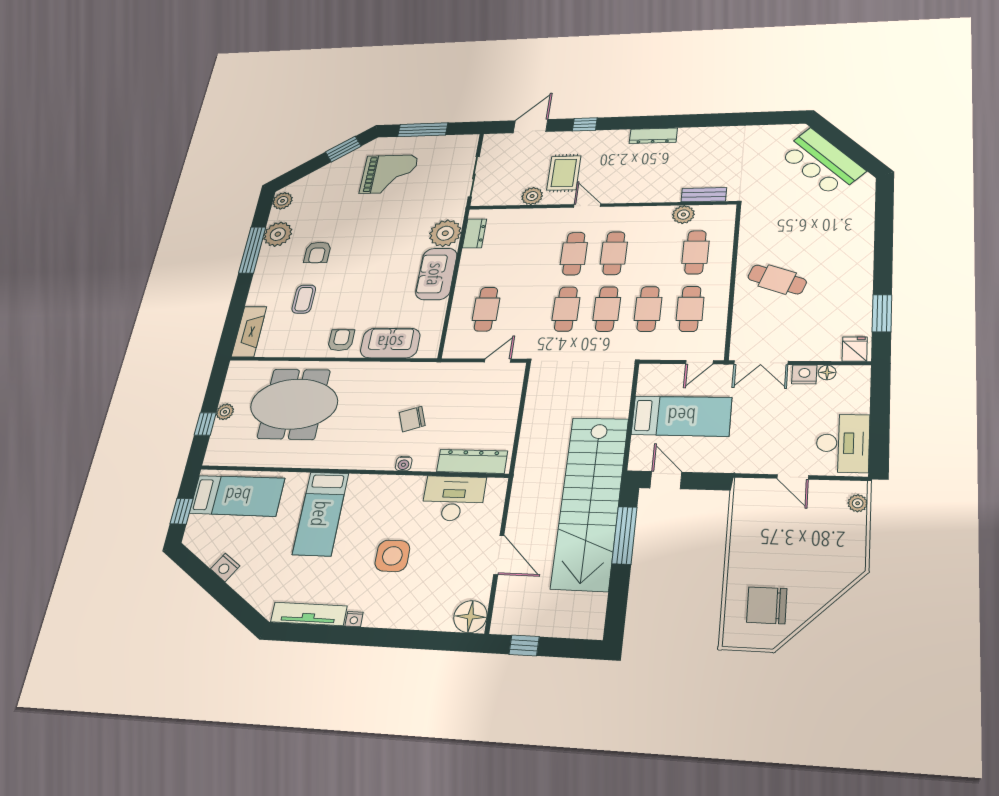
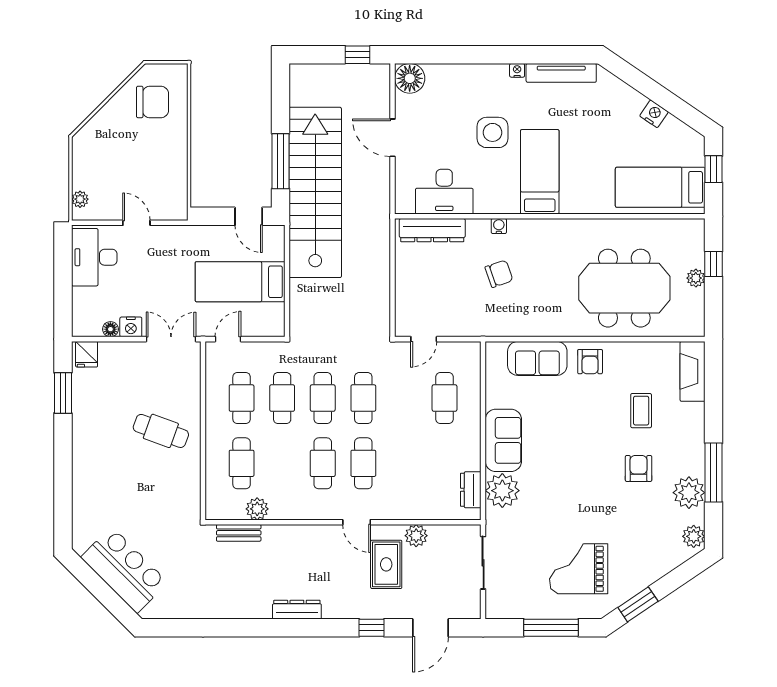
bed: (321, 514) -> (540, 172), moved

